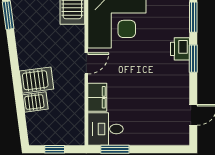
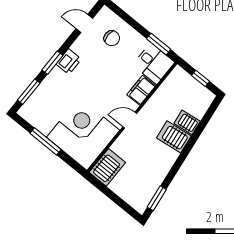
printer: (180, 49) -> (69, 62), moved
chair: (159, 121) -> (112, 38), added

